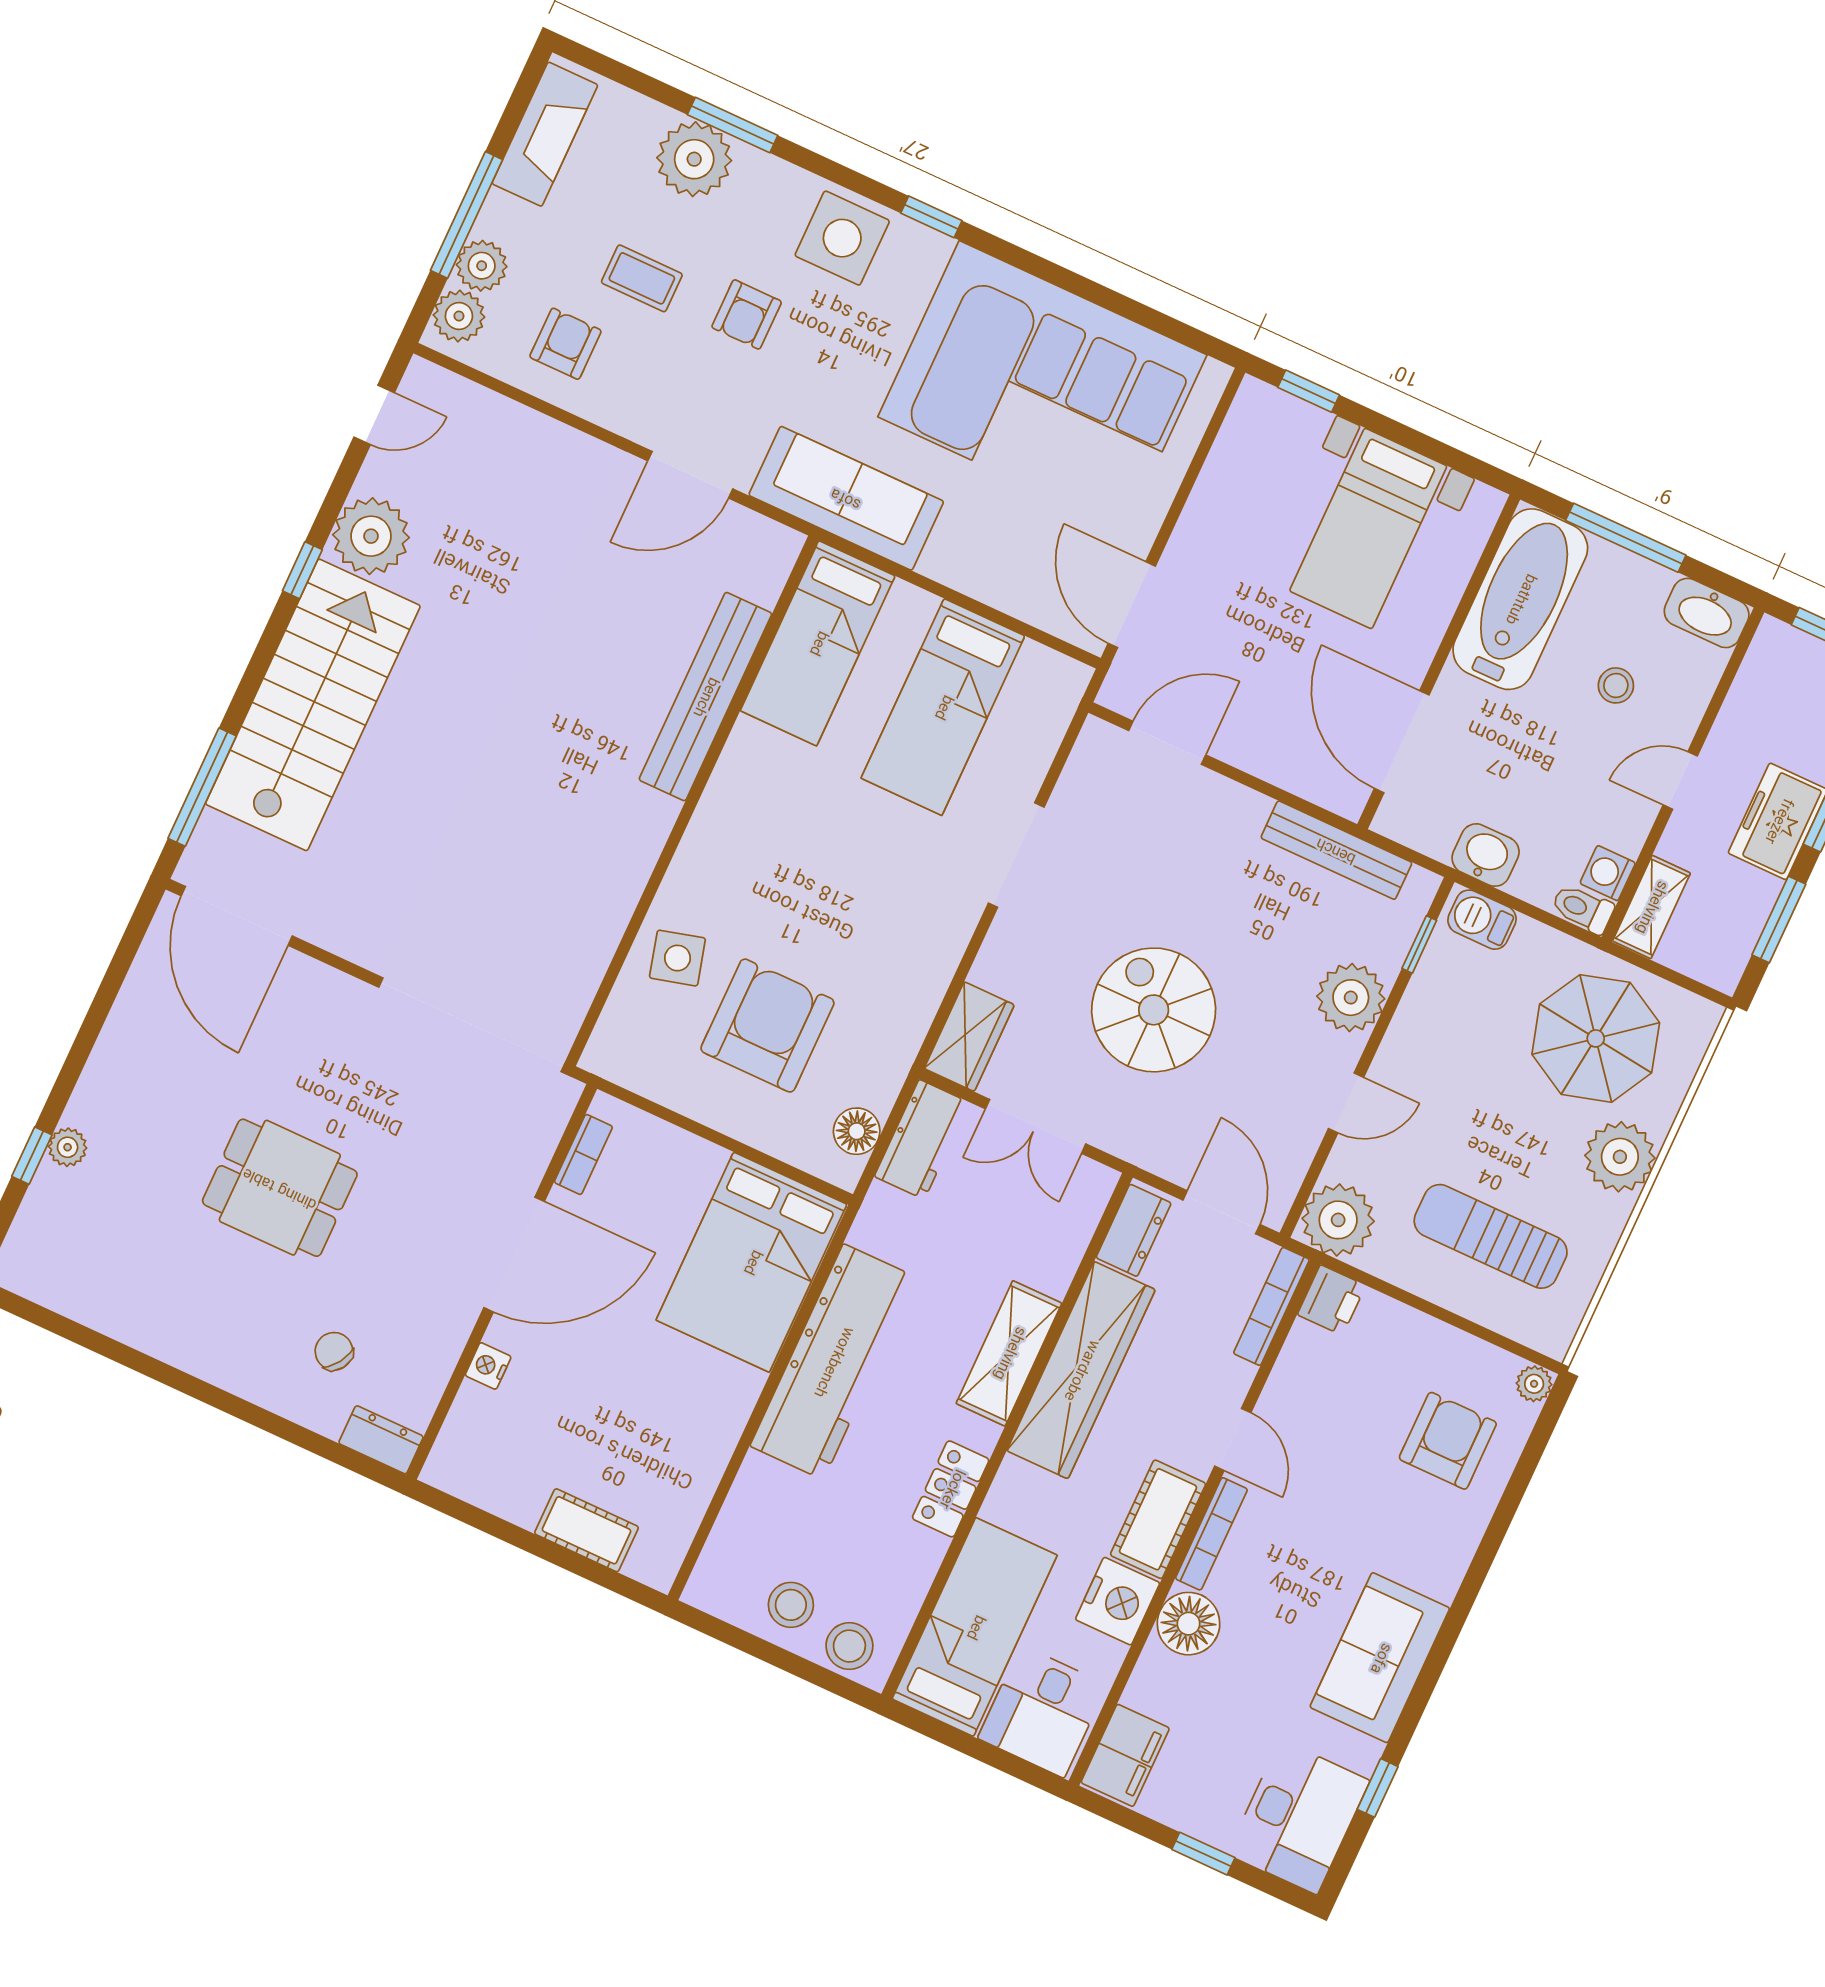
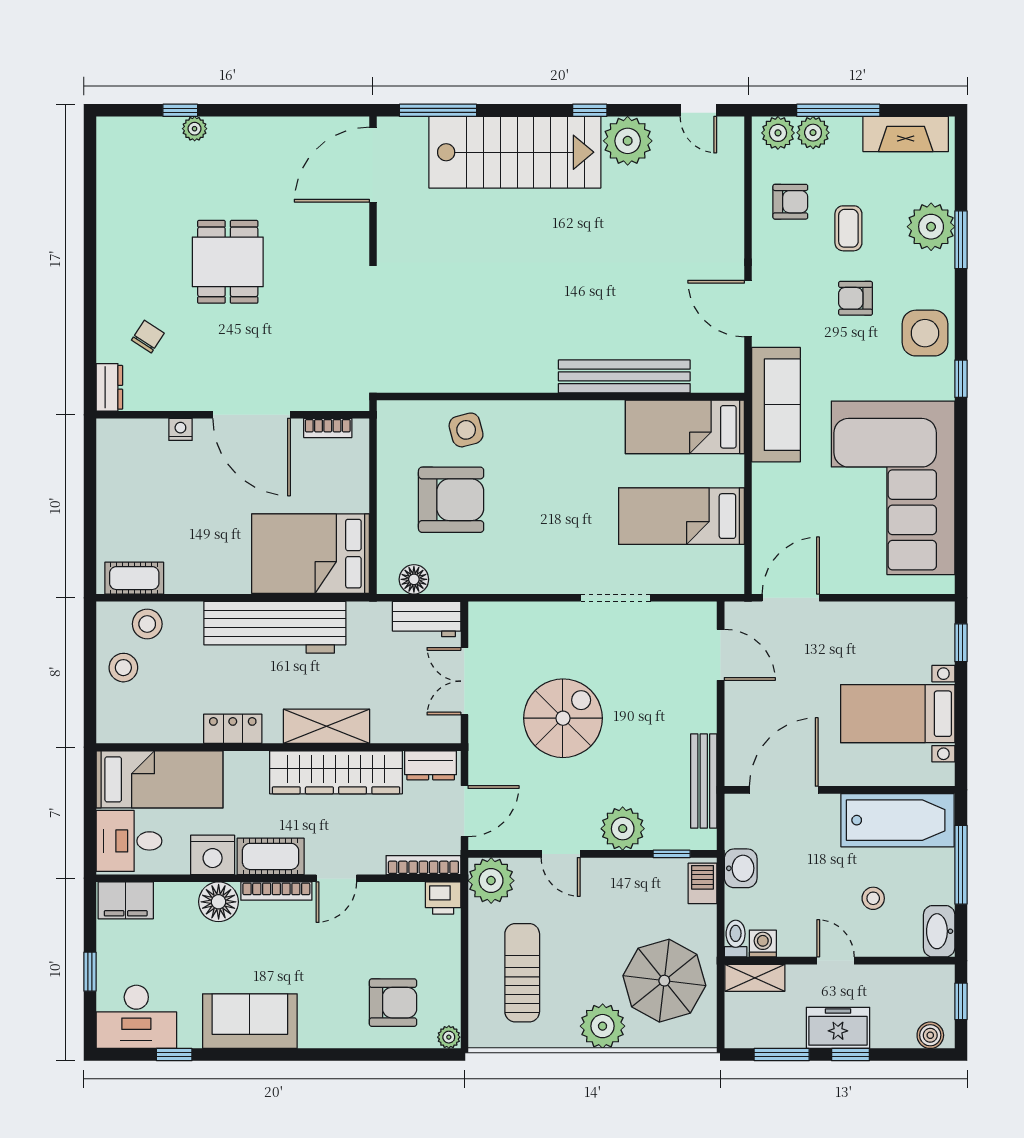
wardrobe: (969, 1037) -> (498, 619), removed
cot: (587, 1530) -> (134, 578), moved, turned 90
stool: (849, 1646) -> (147, 624), moved

